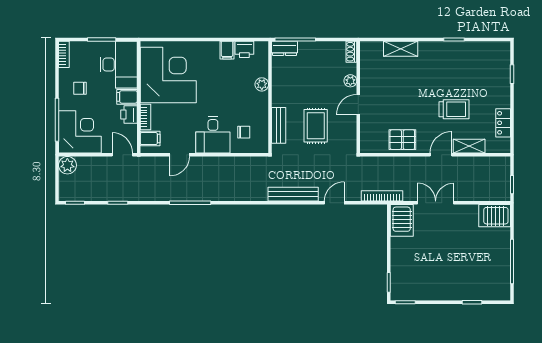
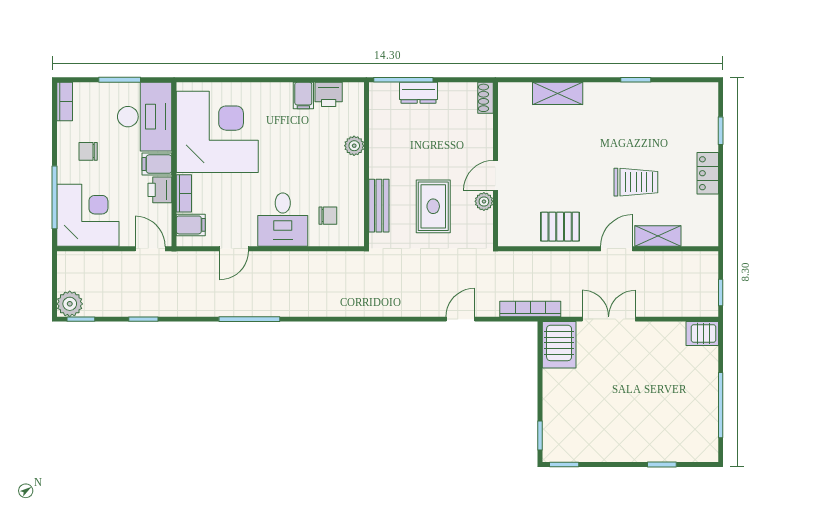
dresser: (285, 48) -> (419, 93), moved
plant: (350, 81) -> (484, 201), moved
locker: (503, 123) -> (708, 173), moved
plant: (67, 165) -> (70, 304), moved
bench: (293, 194) -> (400, 306), removed
server rack: (495, 216) -> (702, 334), width x0.73, depth x0.70

